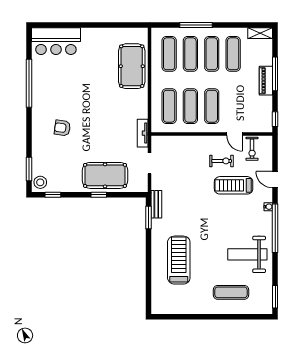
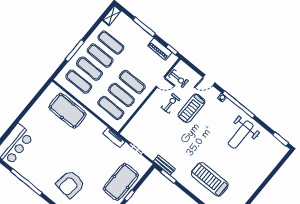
piano: (266, 81) -> (160, 49), moved
armchair: (62, 128) -> (70, 184), width x1.88, depth x1.88
exercise mat: (231, 292) -> (256, 164), removed

